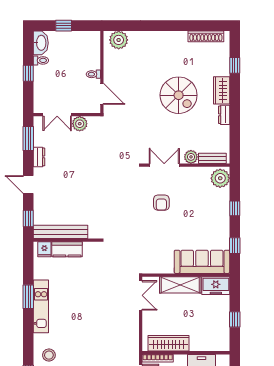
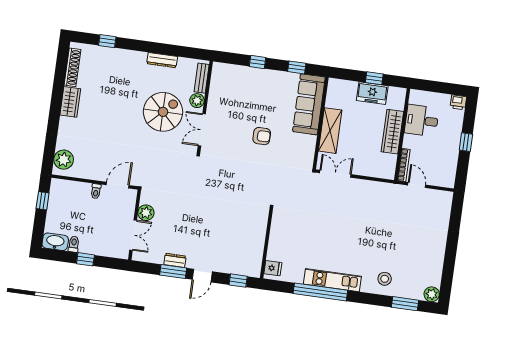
window: (64, 26) -> (43, 201), moved
wardrobe: (222, 90) -> (70, 102), moved, turned -90
spiral stairs: (179, 95) -> (163, 112), moved
dresser: (224, 115) -> (162, 60), width x1.44
window: (28, 139) -> (173, 272), moved
plant: (220, 178) -> (224, 73), removed
armchair: (161, 203) -> (262, 136), moved
bench: (61, 232) -> (257, 249), removed
kitchen counter: (67, 249) -> (276, 244), removed
freezer: (216, 286) -> (372, 93), moved, turned 90
window: (28, 297) -> (320, 292), width x2.11
wardrobe: (168, 343) -> (392, 132), moved

